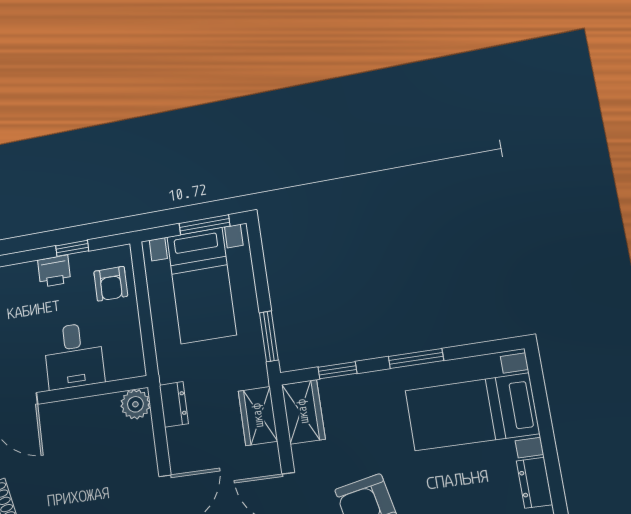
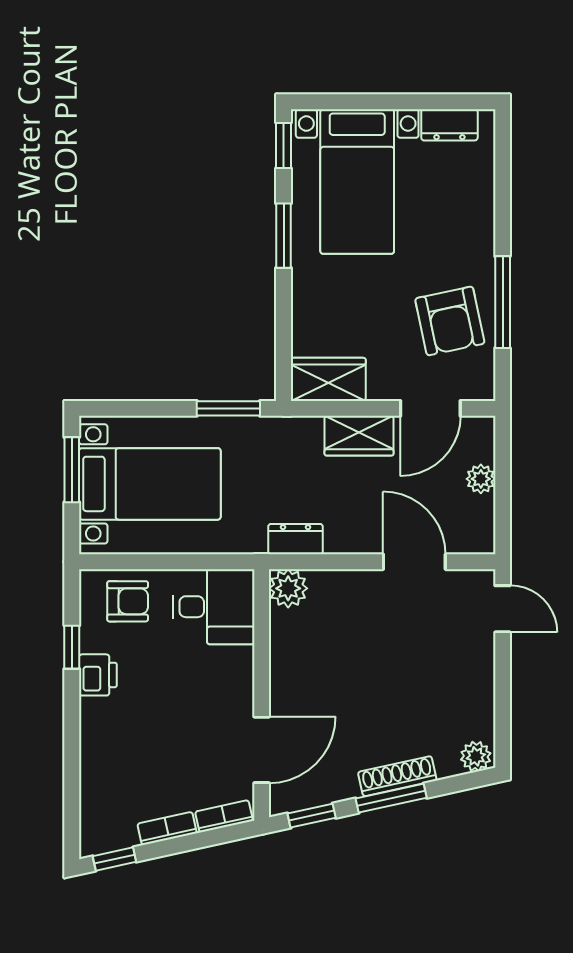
desk: (74, 356) -> (214, 607), moved
window: (337, 370) -> (284, 145), moved
wardrobe: (258, 416) -> (359, 436), moved

